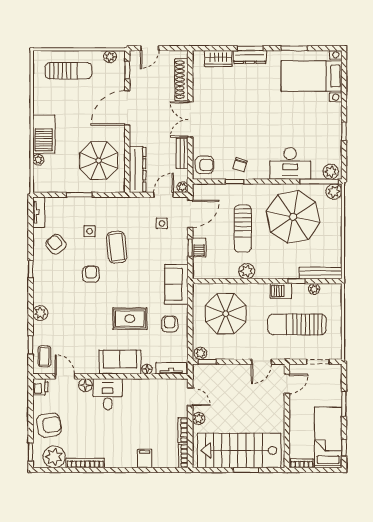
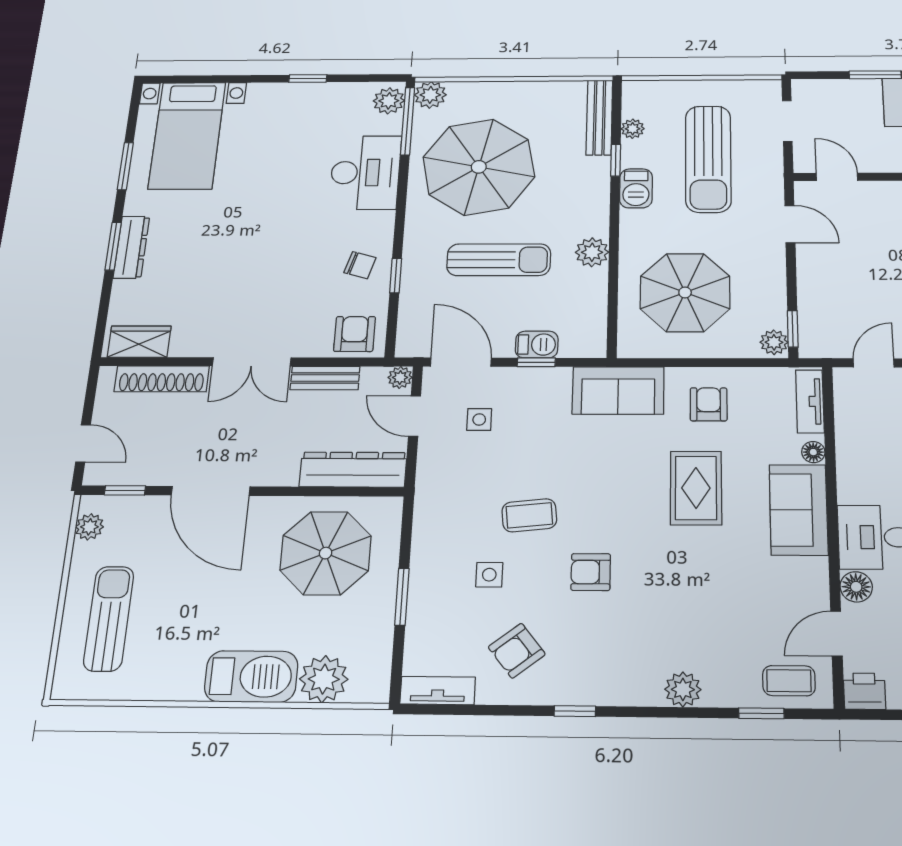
wardrobe: (218, 58) -> (139, 342), moved, turned -90
plant: (38, 160) -> (324, 679), width x1.88, depth x1.88
coffee table: (117, 247) -> (529, 515), width x0.73, depth x0.77
armchair: (170, 324) -> (709, 404), turned 90

